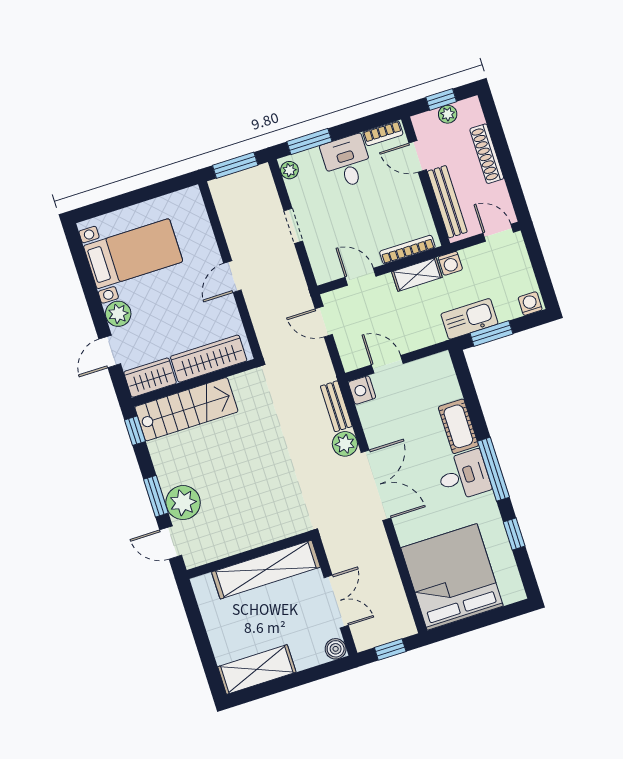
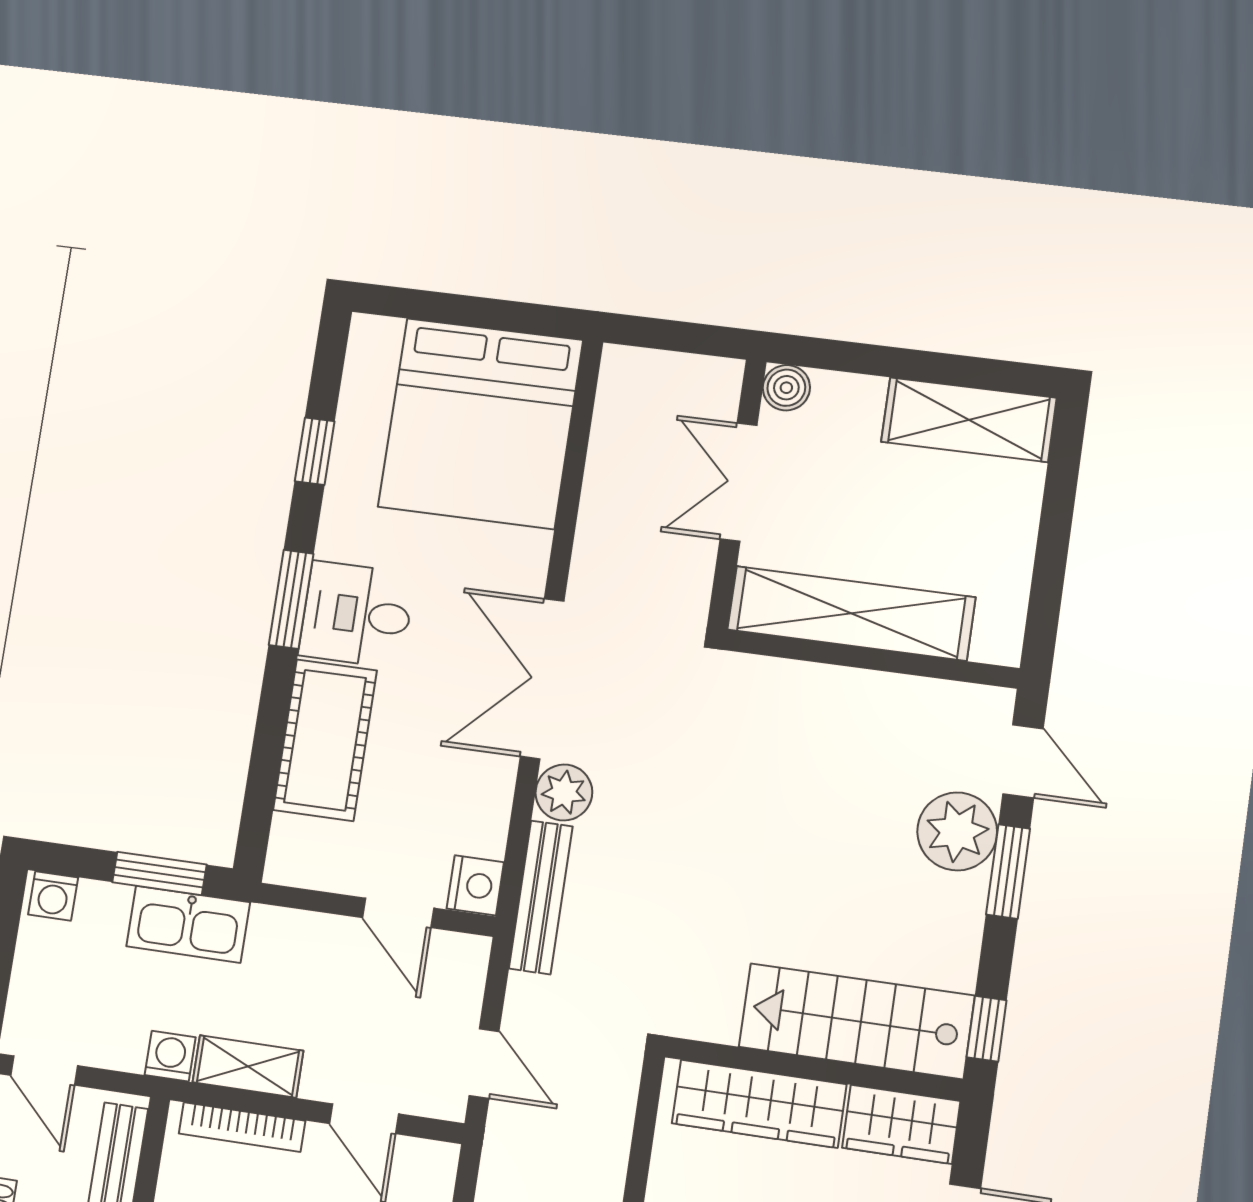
bench: (336, 406) -> (541, 897), width x1.36
cot: (458, 426) -> (325, 740), width x1.37, depth x1.34
window: (493, 469) -> (291, 599), width x0.69
window: (390, 649) -> (676, 336), removed

